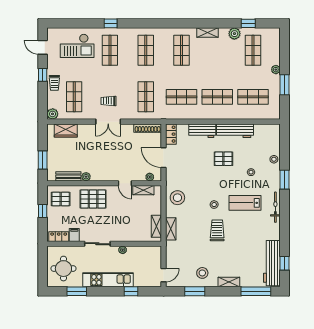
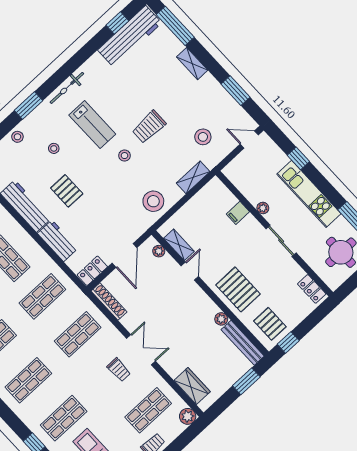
shop shelf: (181, 97) -> (42, 296), turned 90
bench: (68, 176) -> (243, 343), width x1.36
window: (43, 211) -> (288, 342), moved
shelving: (156, 226) -> (204, 195), removed
filing cabinet: (74, 235) -> (238, 213), moved
stool: (202, 273) -> (203, 137), moved

